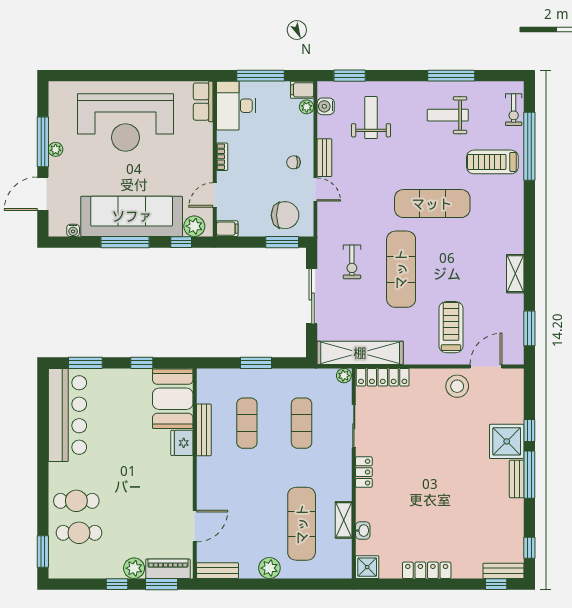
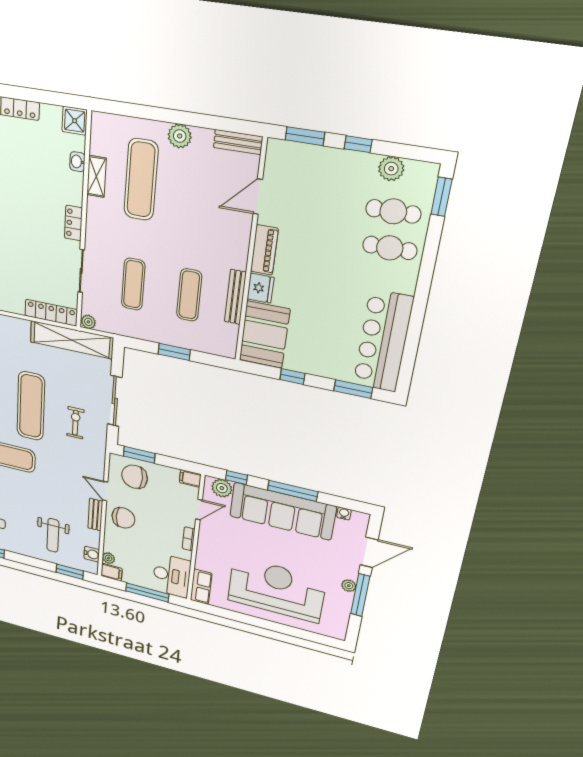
chair: (293, 162) -> (123, 518), width x1.87, depth x1.87
plant: (134, 568) -> (391, 169), moved
piano: (168, 569) -> (264, 250), moved, turned -90

